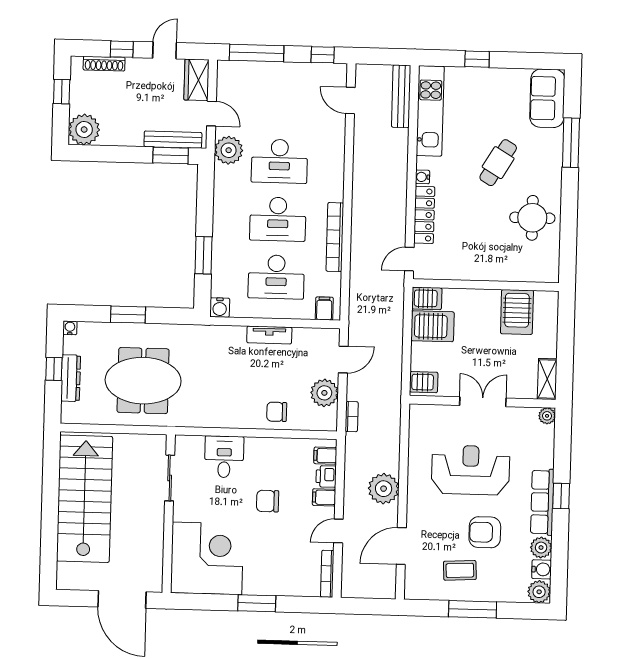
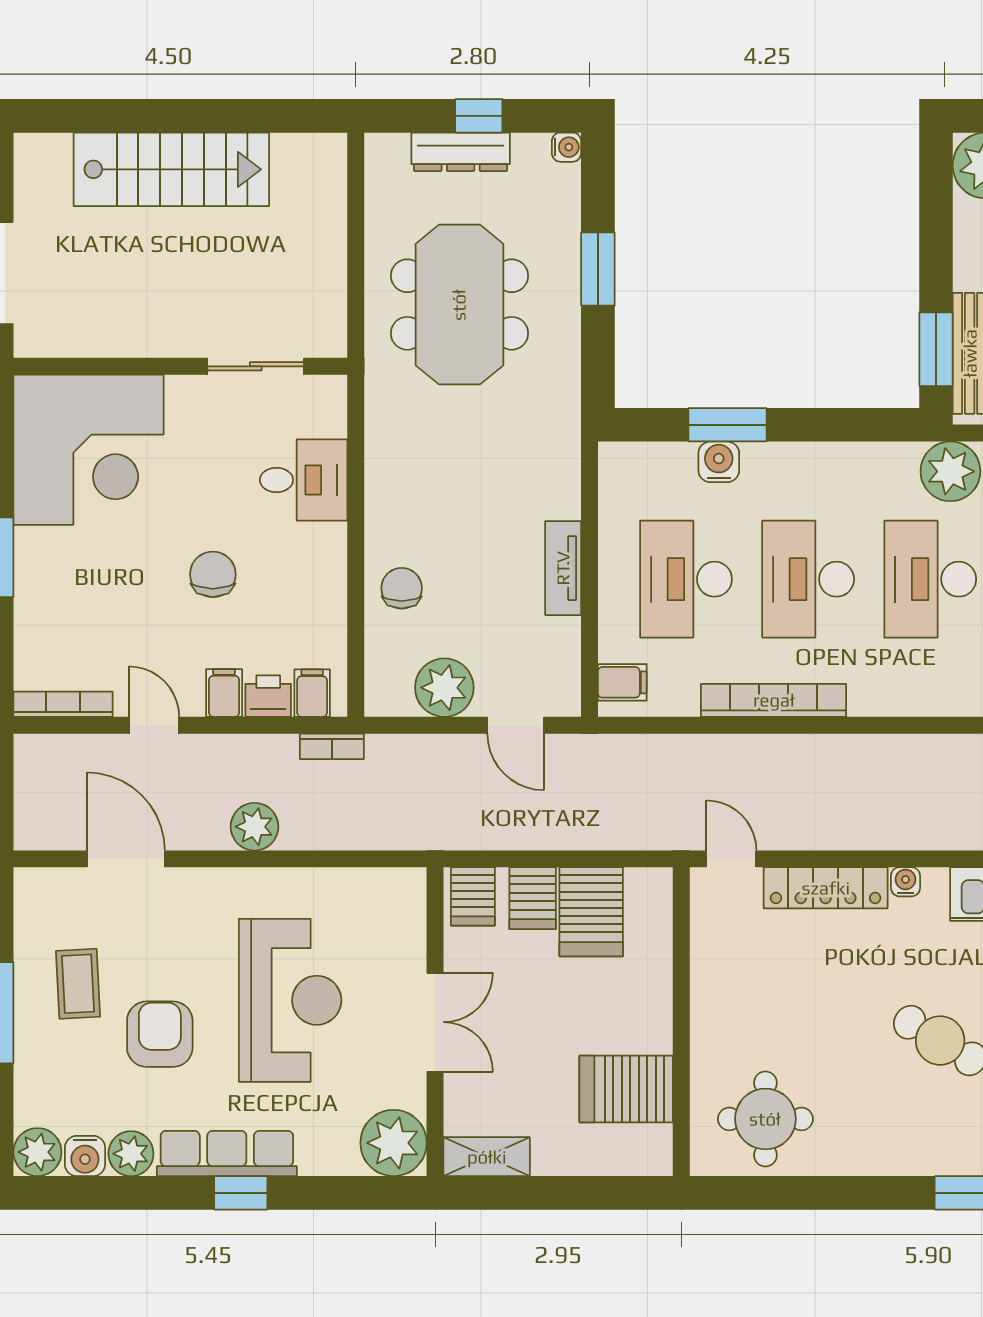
round table: (532, 218) -> (765, 1119), moved
server rack: (427, 298) -> (533, 898), moved
water cooler: (220, 307) -> (719, 462), moved, turned 90
plant: (547, 416) -> (394, 1143), width x1.88, depth x1.88
bookcase: (352, 417) -> (332, 746), moved
plant: (384, 489) -> (255, 827), width x0.73, depth x0.73
stairs: (85, 499) -> (171, 169), width x0.73, depth x0.66

